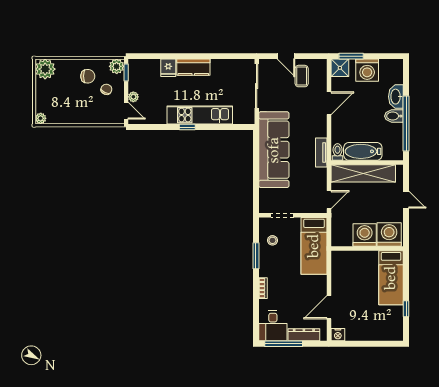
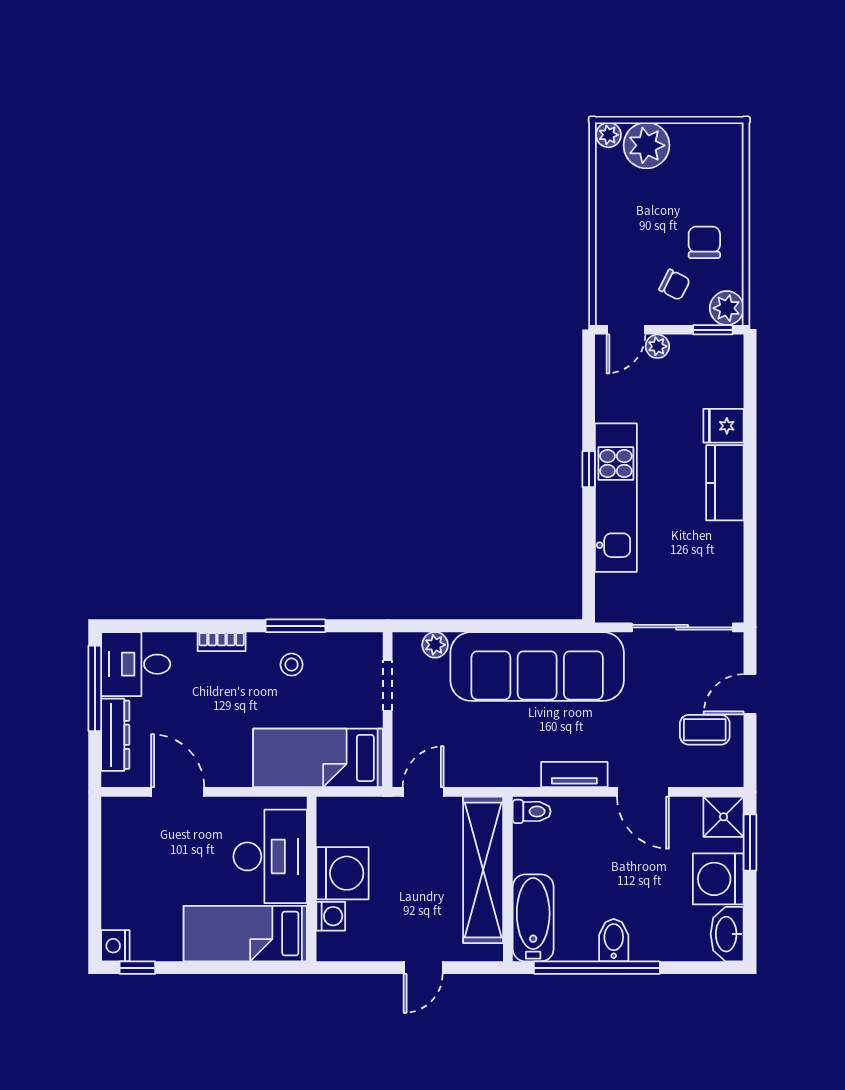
plant: (45, 69) -> (646, 145), moved
chair: (88, 76) -> (704, 242), turned 180
washbasin: (396, 97) -> (727, 934), moved, turned -90
bathtub: (363, 151) -> (533, 918), moved
tv unit: (321, 153) -> (574, 774), moved
plant: (264, 194) -> (435, 645), added
door: (329, 200) -> (423, 792), swing flipped
washing machine: (389, 235) -> (331, 916), width x0.53, depth x0.53
stool: (272, 240) -> (292, 665), moved
desk: (357, 267) -> (270, 856), added
window: (406, 309) -> (137, 968), moved
nightstand: (338, 335) -> (115, 946), moved

